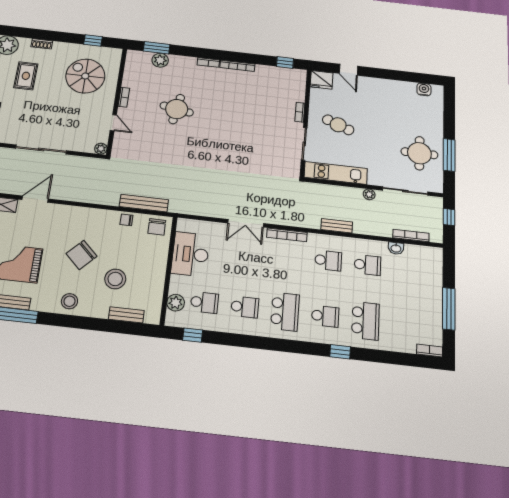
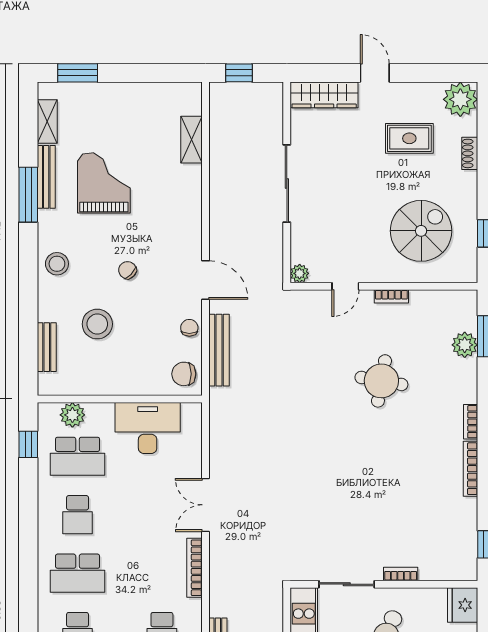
door: (35, 199) -> (206, 280), moved
chair: (82, 255) -> (128, 270), width x0.54, depth x0.54
school desk: (204, 302) -> (78, 456), width x1.85

